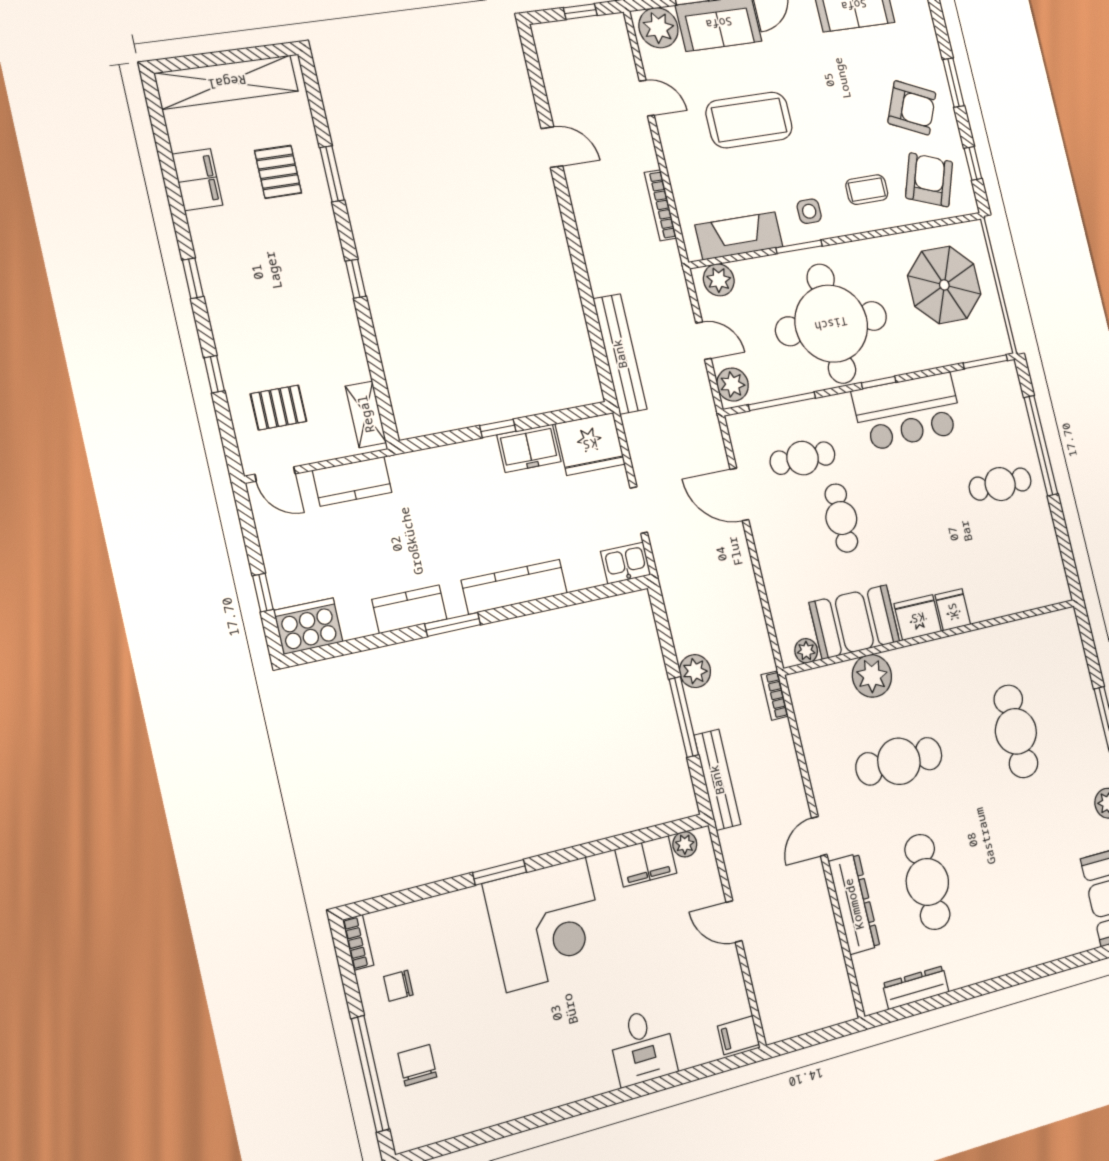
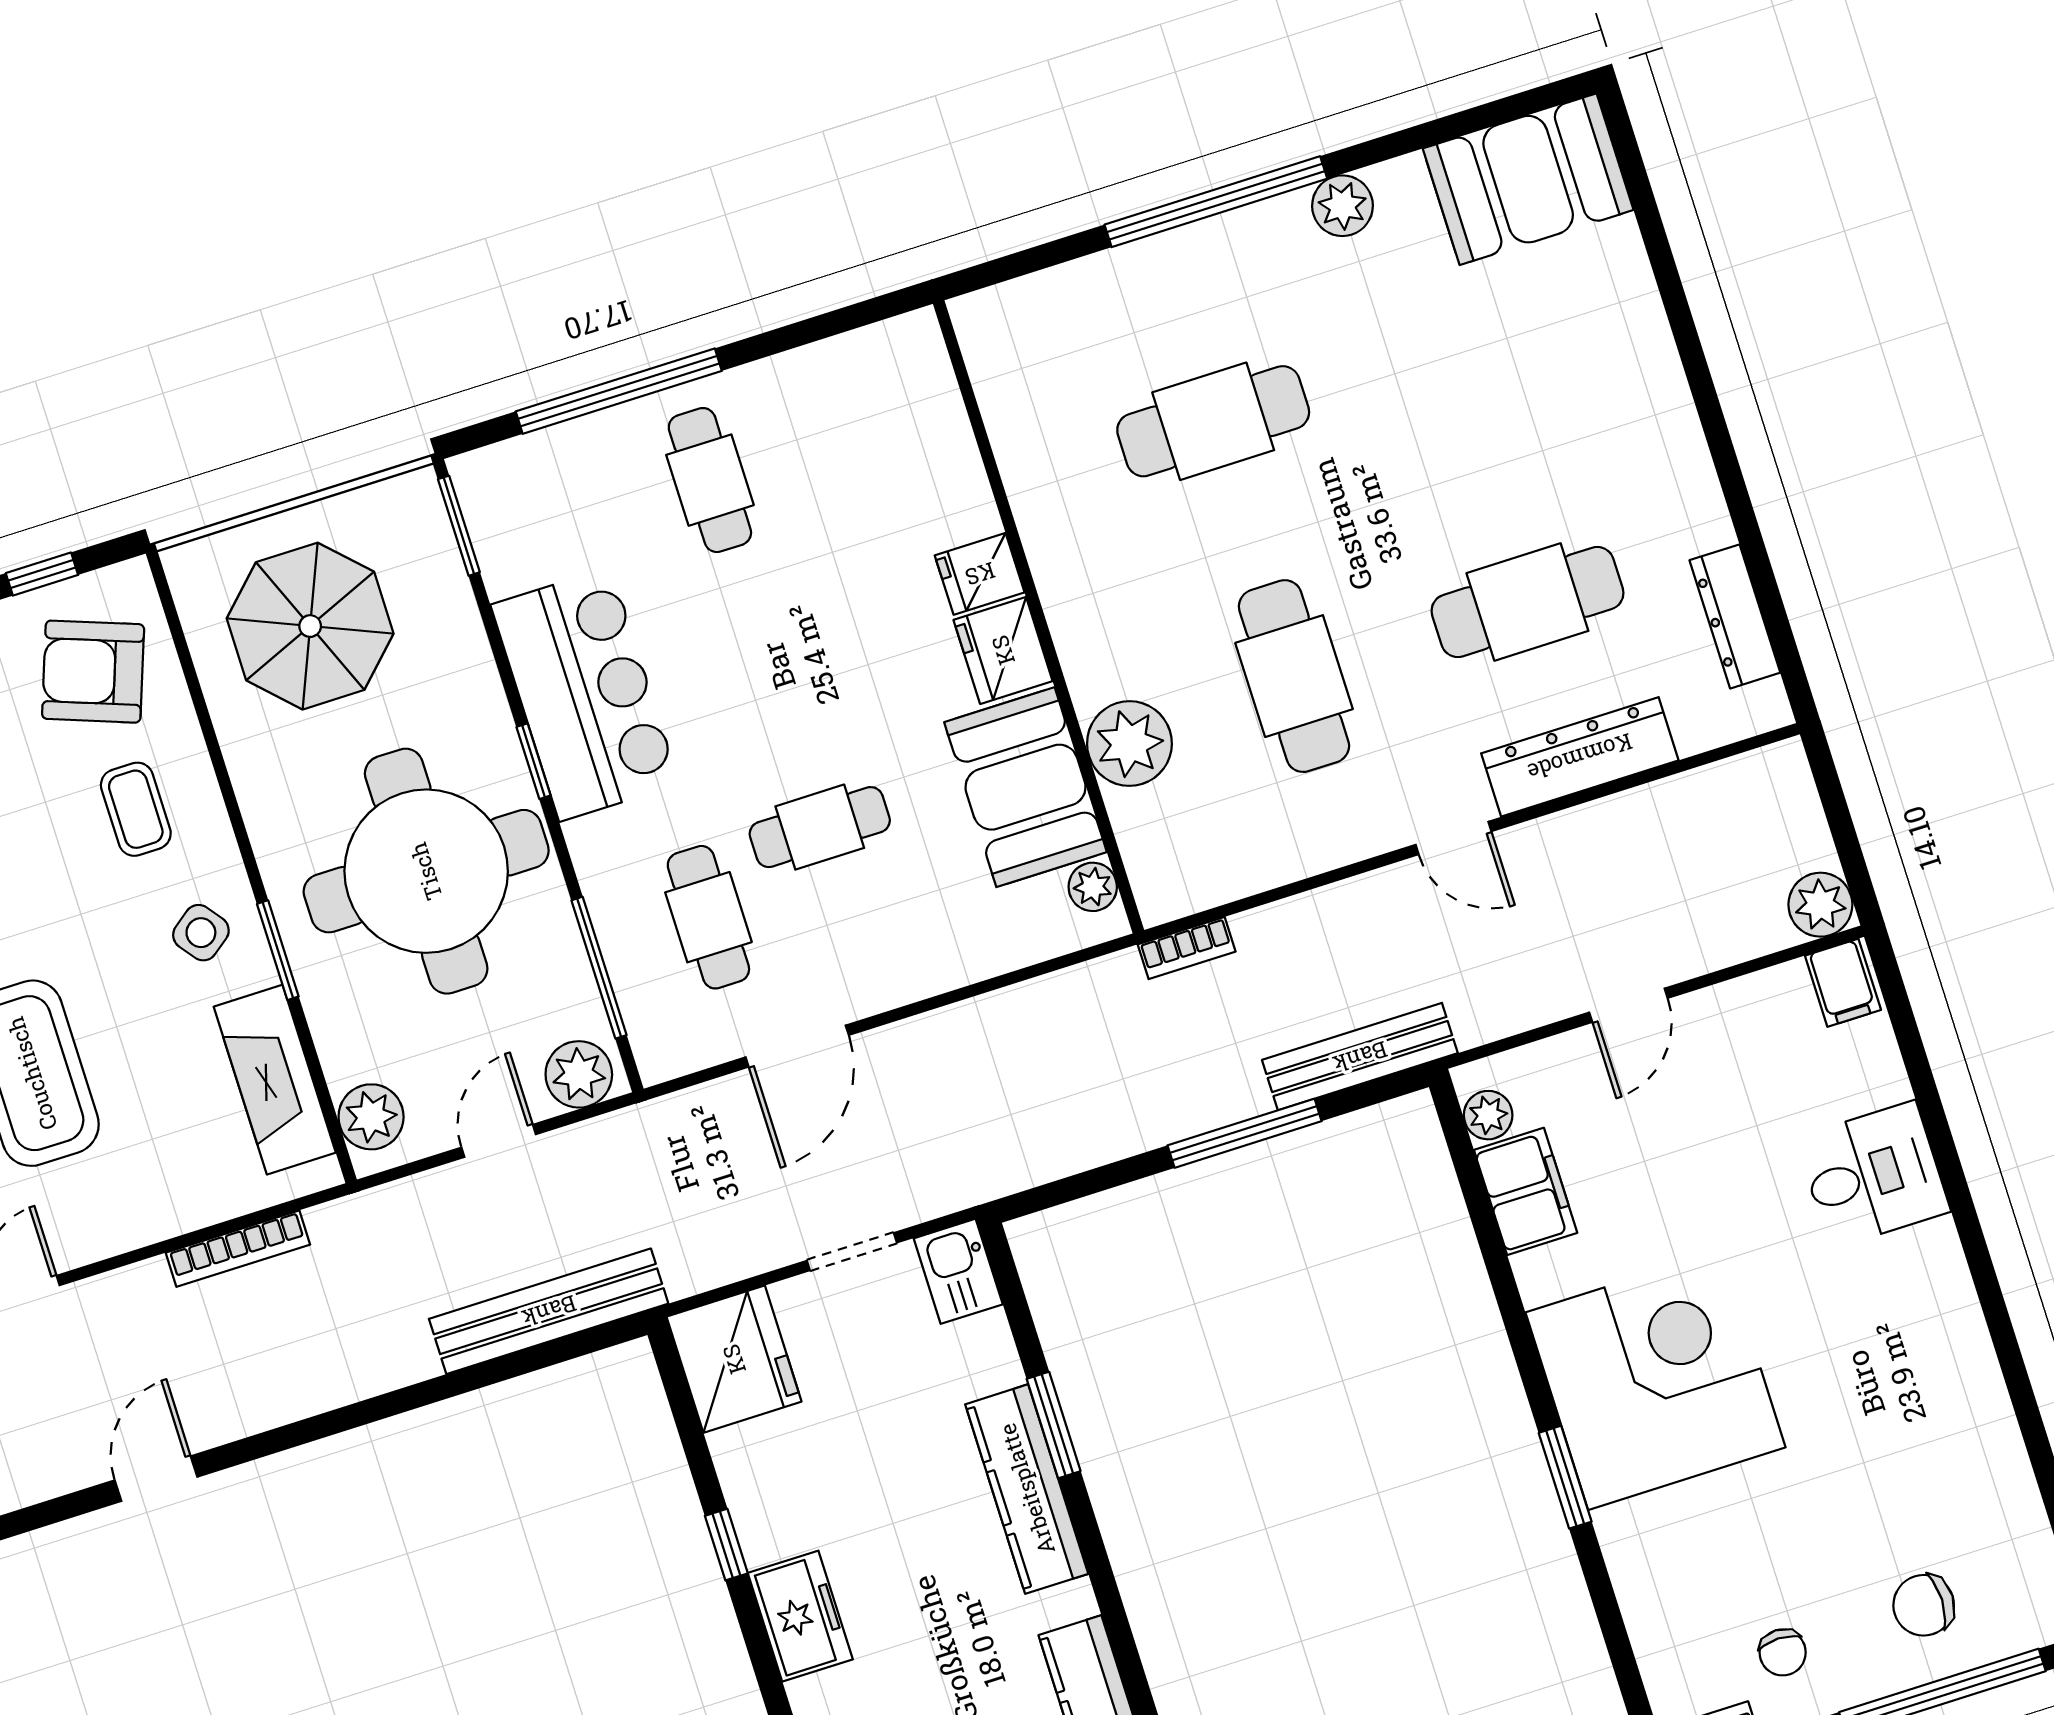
side table: (809, 211) -> (201, 933), turned -37
freezer: (529, 448) -> (800, 1616), moved
window: (453, 624) -> (1054, 1425), moved
plant: (695, 671) -> (1820, 905), moved

